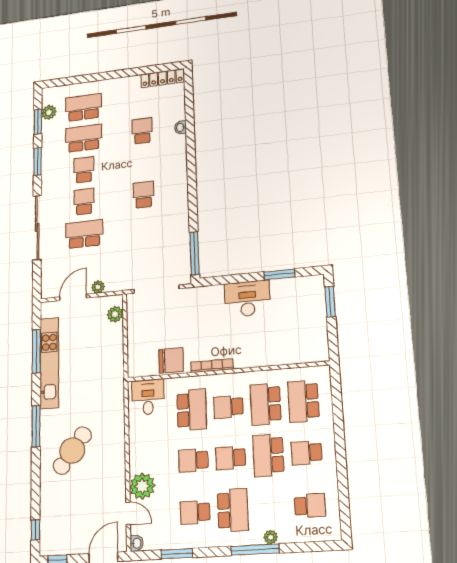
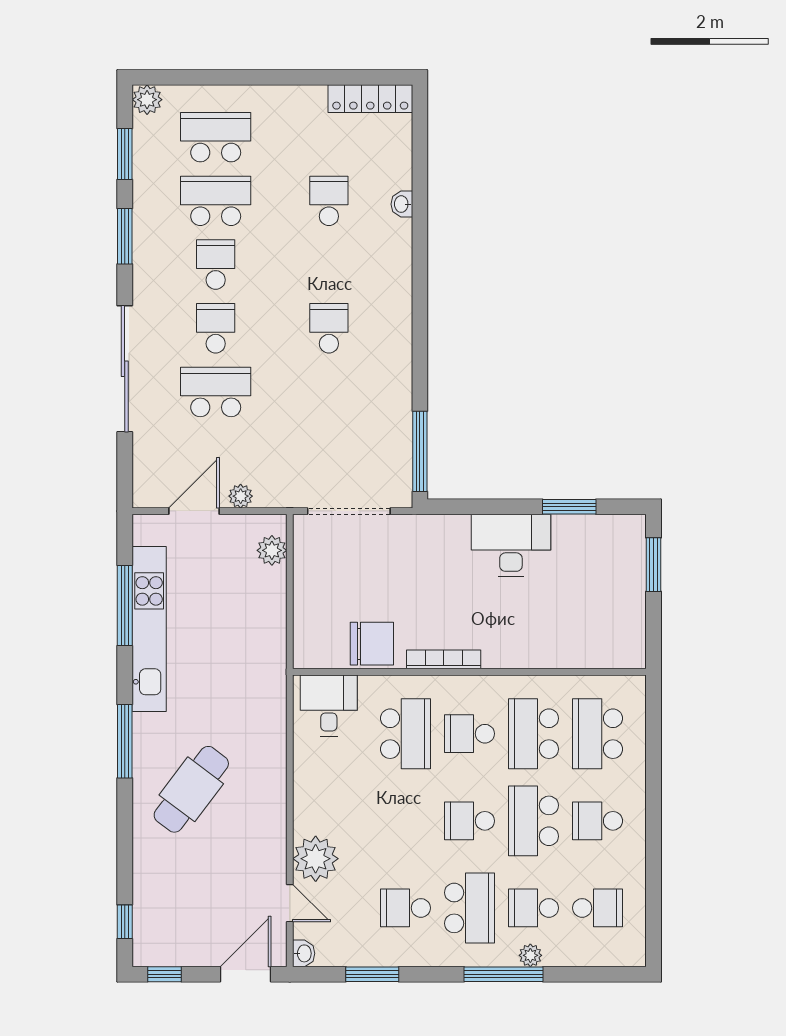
plant: (49, 112) -> (147, 100), moved
school desk: (193, 460) -> (534, 908), moved

